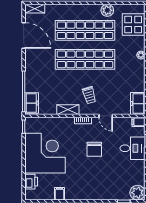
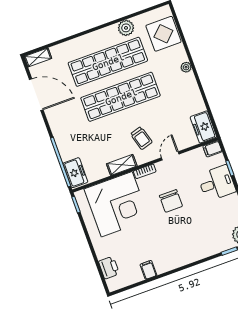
door: (106, 116) -> (170, 156), swing flipped
corner desk: (45, 153) -> (117, 204), moved, turned 90

